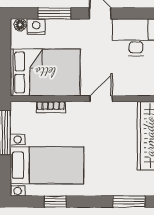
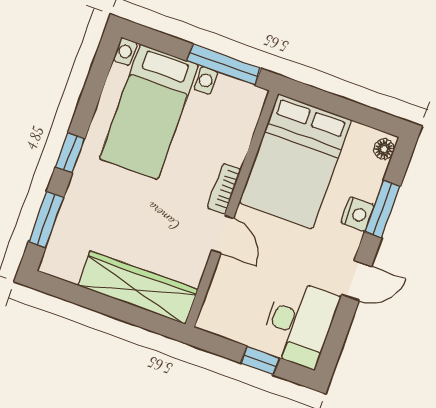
nightstand: (36, 27) -> (357, 214), moved
bookcase: (51, 107) -> (224, 189), moved
window: (55, 201) -> (70, 153), moved

